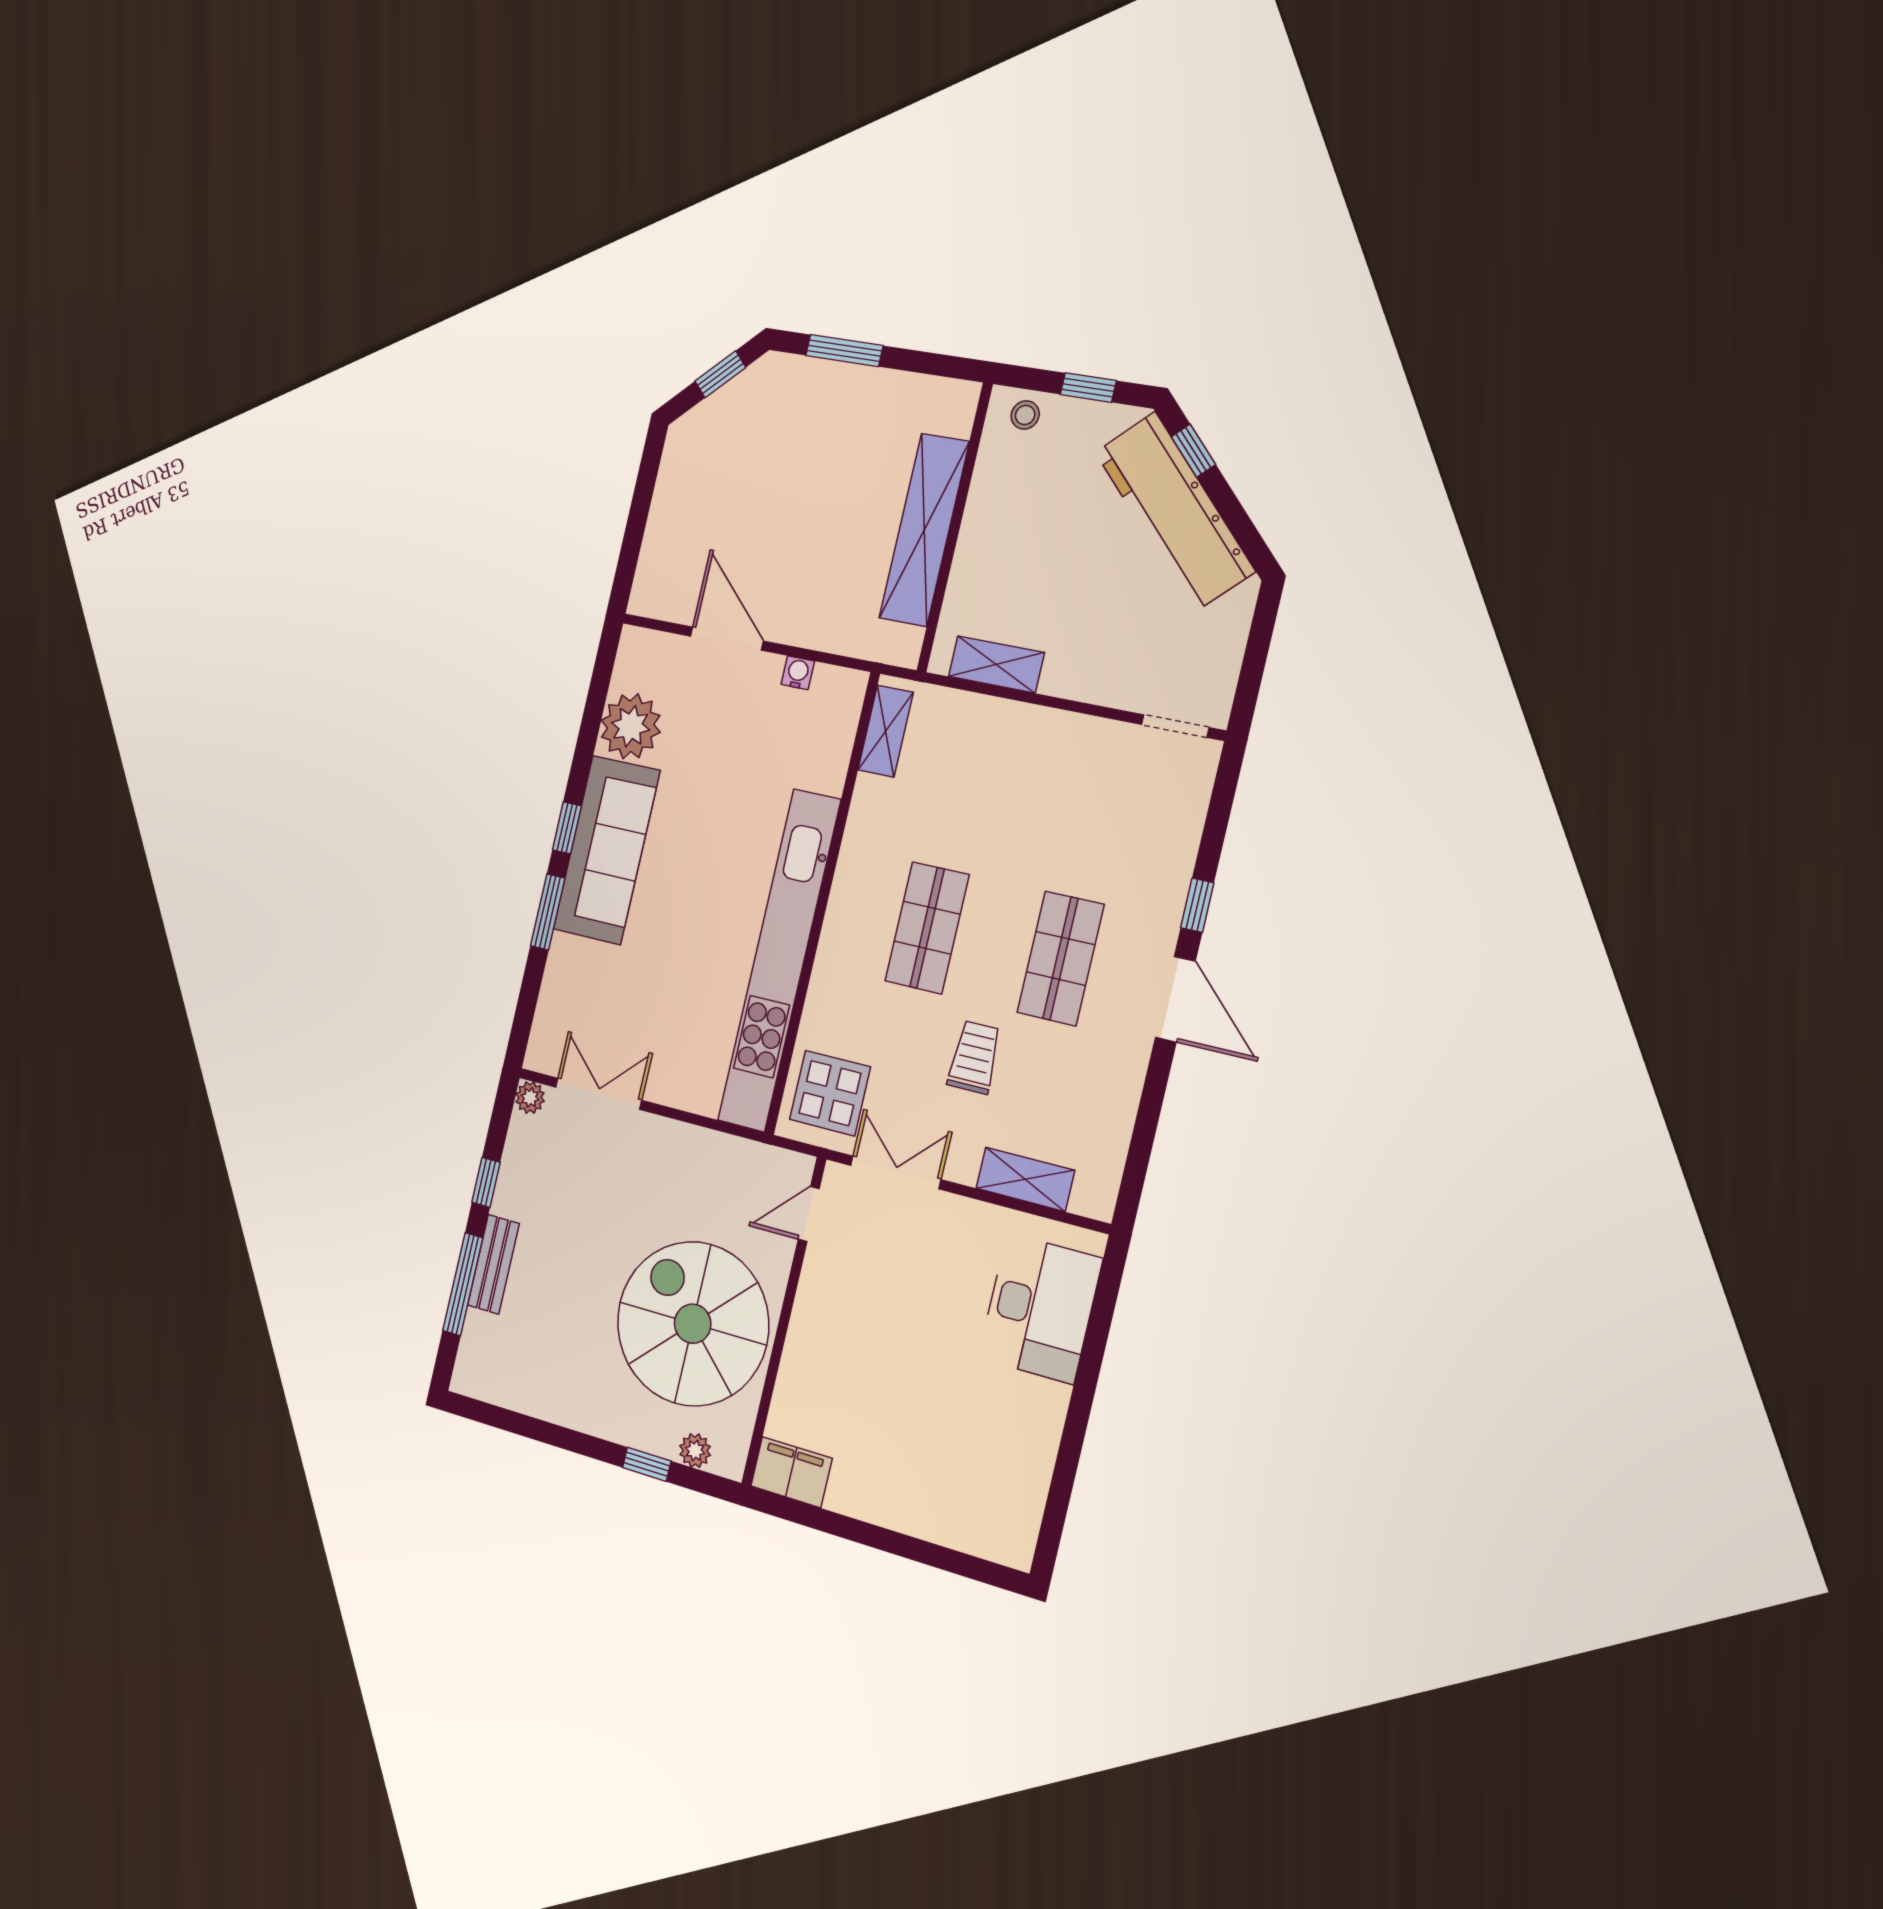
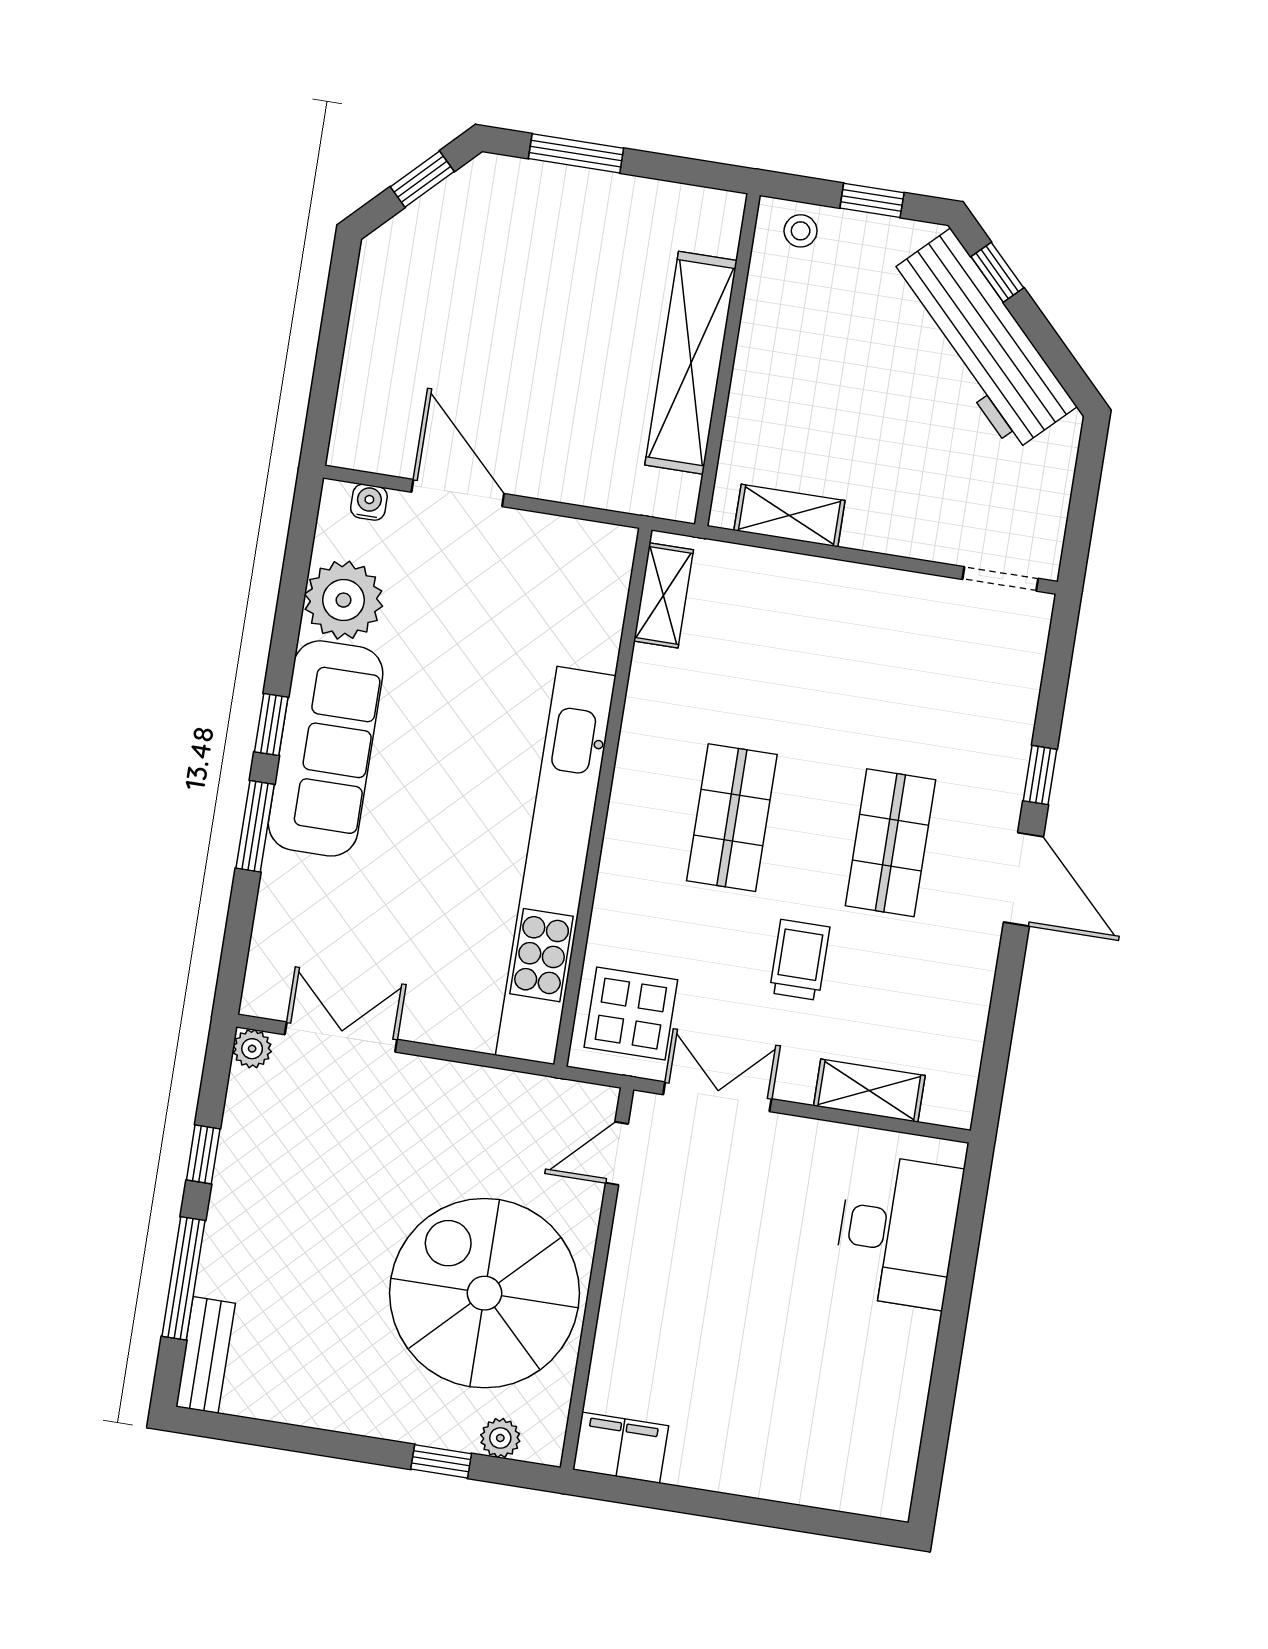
water cooler: (798, 673) -> (369, 502), moved
bench: (493, 1264) -> (206, 1355), moved

